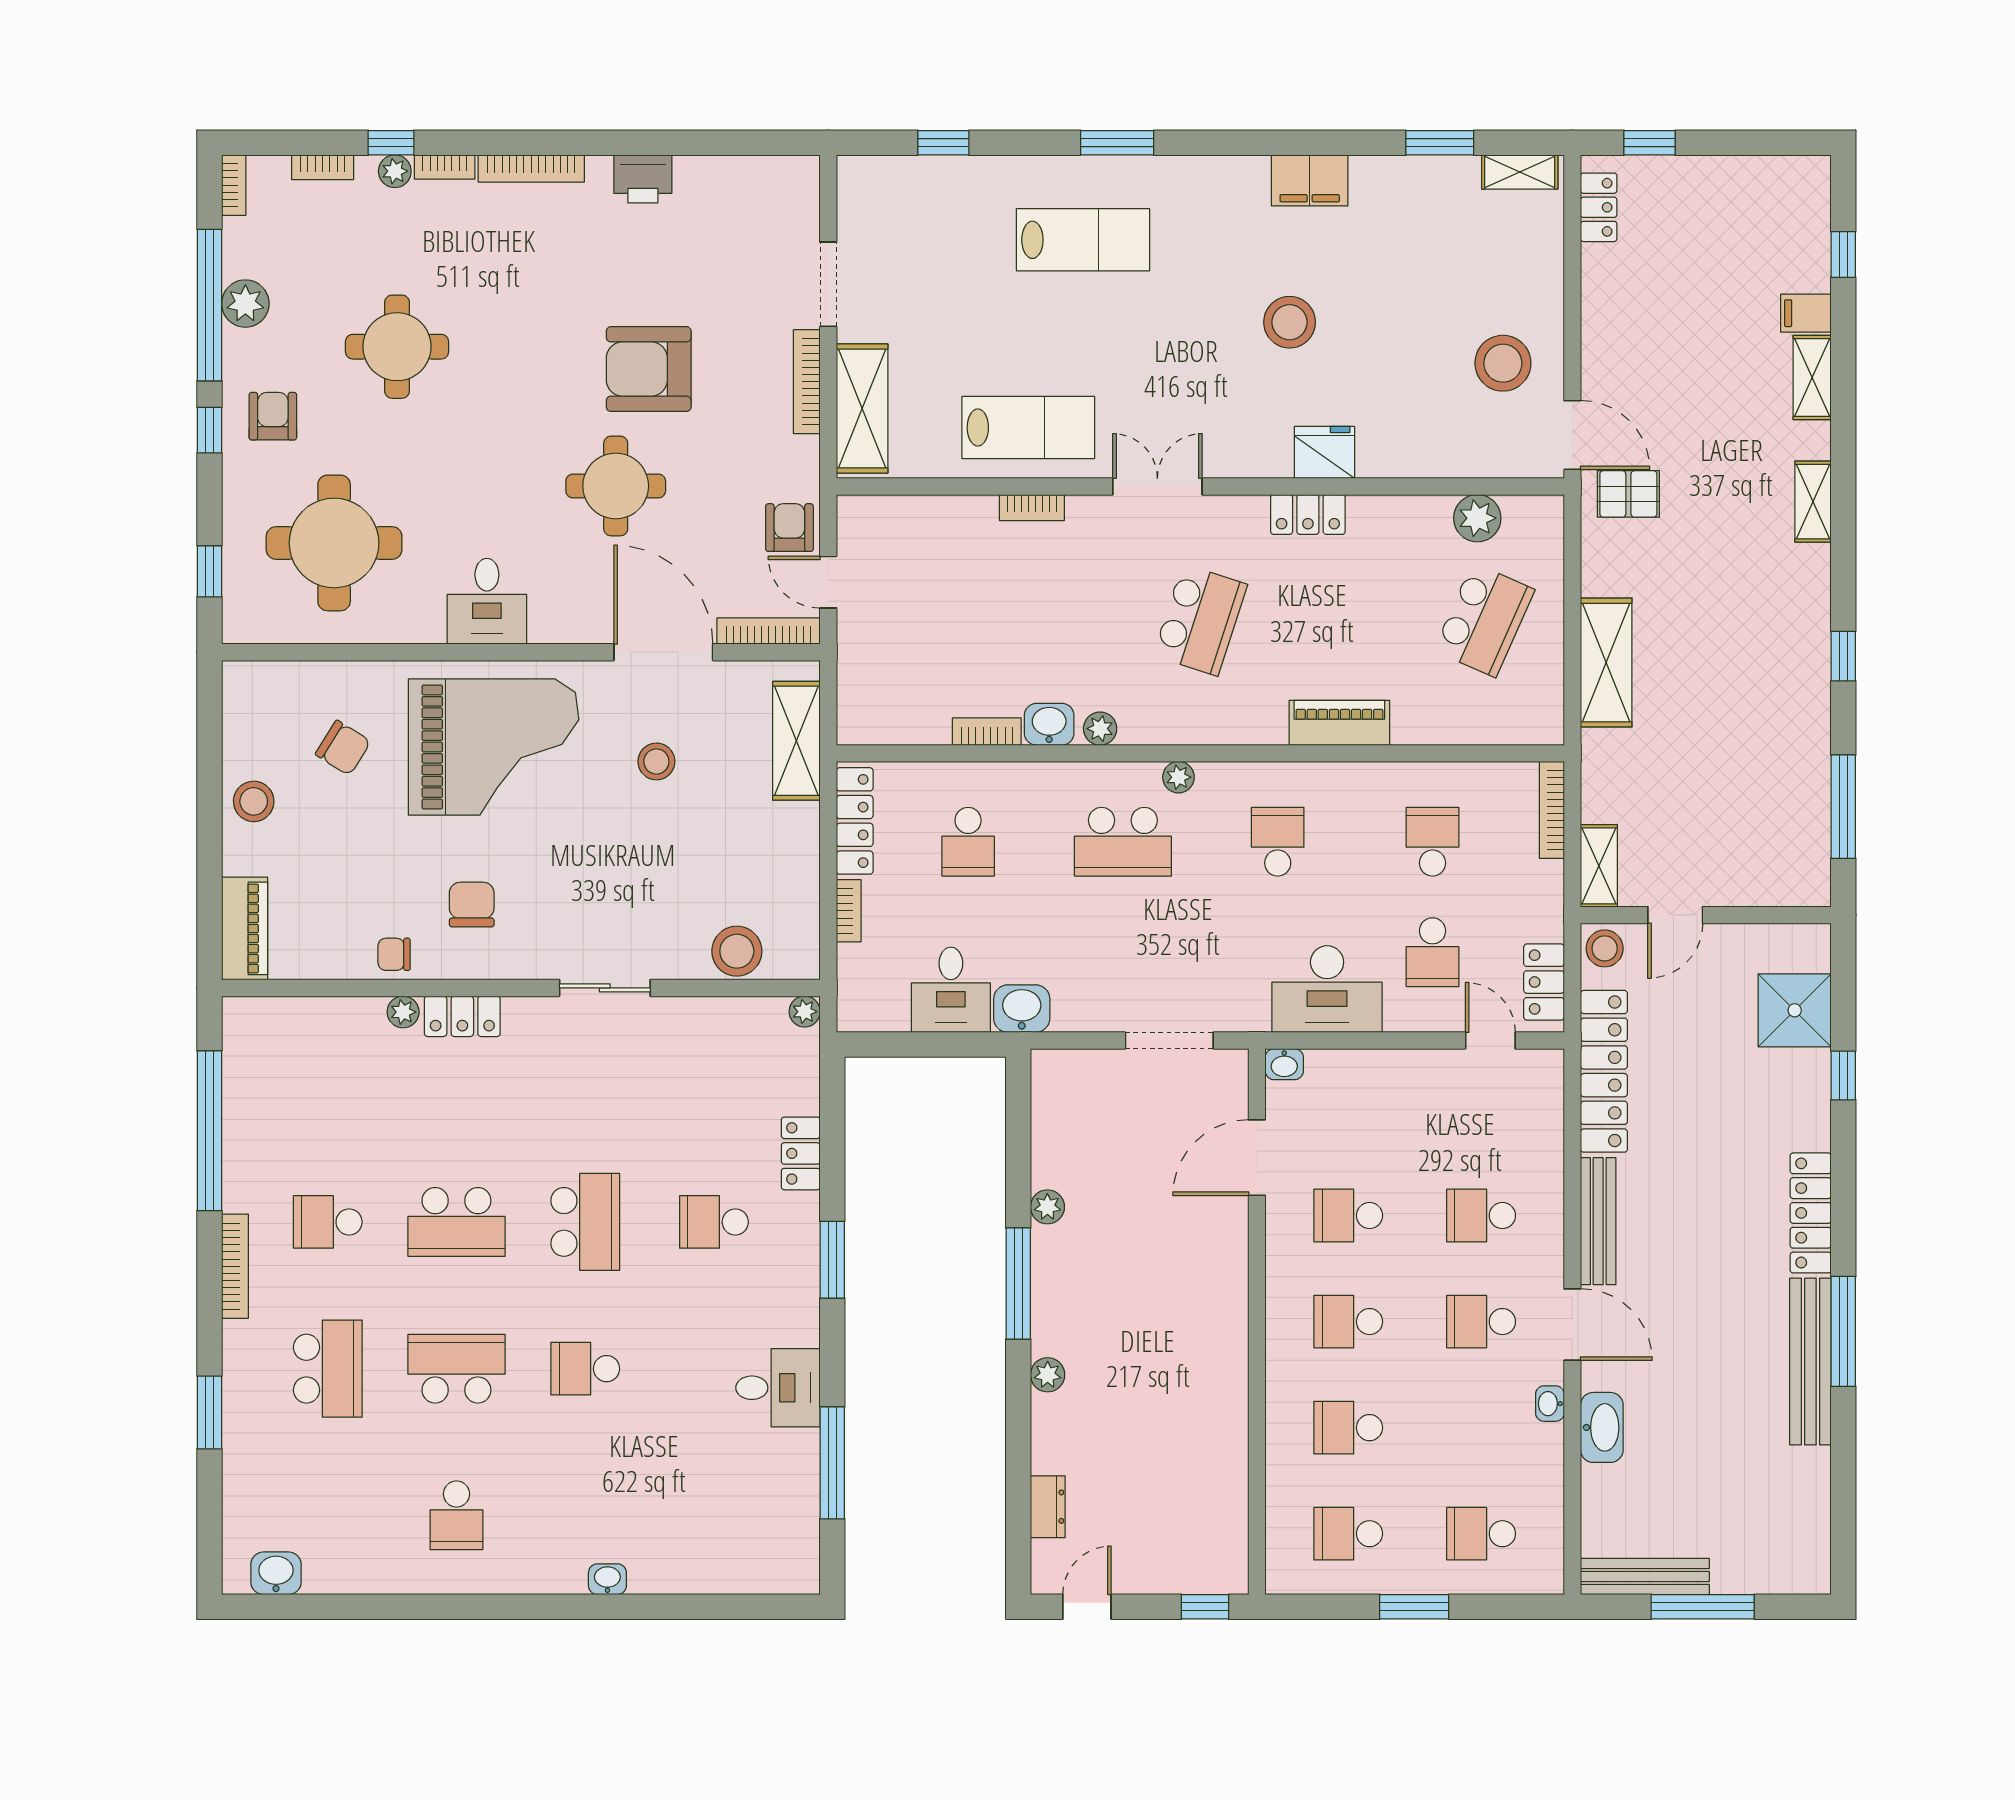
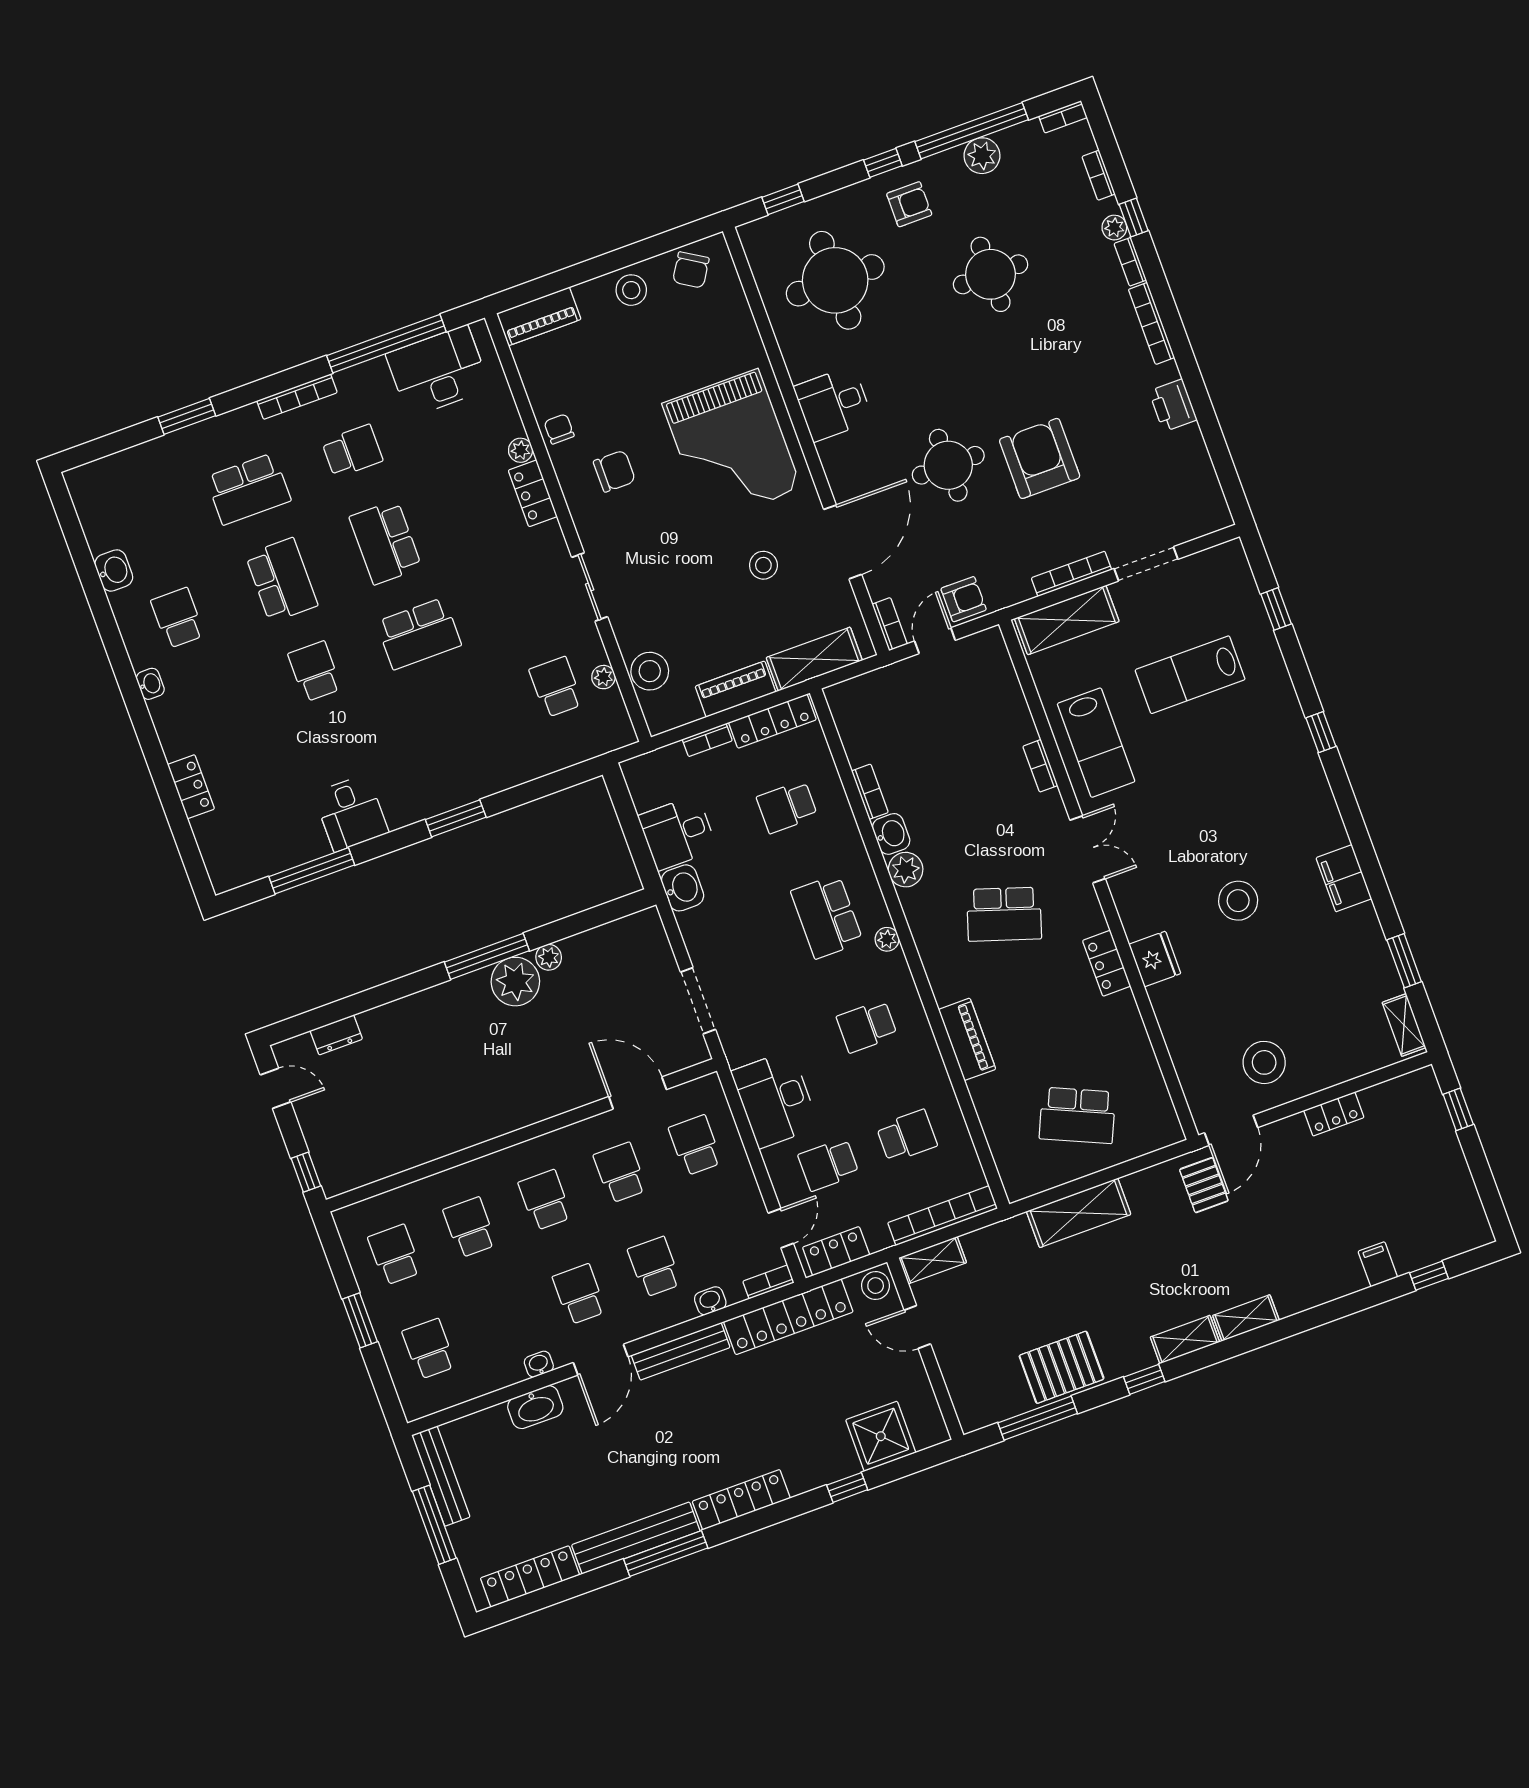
window: (1117, 143) -> (1321, 732), width x0.67
locker: (1599, 207) -> (1334, 1114), moved
lab bench: (1083, 240) -> (1190, 675), moved, turned 90
shelving: (1812, 377) -> (1185, 1340), moved
plant: (1477, 518) -> (1148, 1084), removed
bookcase: (769, 631) -> (890, 624), width x0.64
plant: (1100, 729) -> (906, 870), width x1.38, depth x1.38
chair: (343, 748) -> (691, 270), moved
pallet: (1791, 754) -> (1062, 1367), added
bookcase: (1552, 810) -> (943, 1216), width x1.48, depth x1.31
school desk: (1278, 842) -> (867, 1026), turned 180
piano: (798, 852) -> (736, 689), added
plant: (805, 1012) -> (603, 677), moved
washbasin: (1284, 1064) -> (710, 1301), moved, turned 90
desk: (267, 1079) -> (438, 371), added
bookcase: (1552, 1080) -> (768, 1282), added
school desk: (1348, 1109) -> (695, 1145), added
locker: (801, 1153) -> (191, 787), moved, turned 90
school desk: (328, 1222) -> (352, 451), turned 90
school desk: (714, 1222) -> (556, 687), moved
plant: (1048, 1375) -> (515, 982), moved, width x1.87, depth x1.87
locker: (1810, 1511) -> (530, 1576), added
school desk: (456, 1515) -> (178, 618), turned 90
washbasin: (276, 1573) -> (114, 570), moved
washbasin: (607, 1579) -> (150, 684), moved

